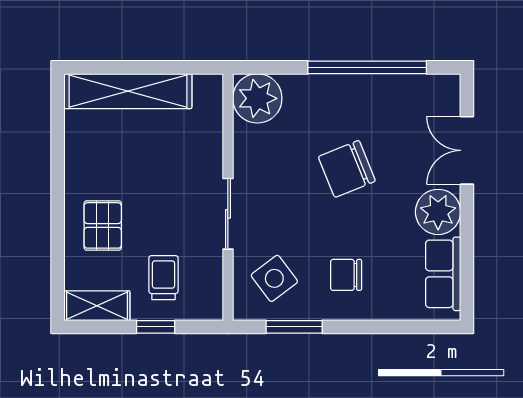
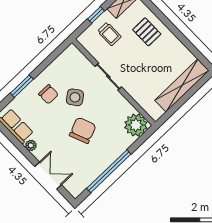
plant: (438, 212) -> (31, 145), width x0.53, depth x0.53
chair: (346, 275) -> (48, 94), turned 90
side table: (274, 278) -> (75, 97), moved
window: (294, 327) -> (22, 86), moved

